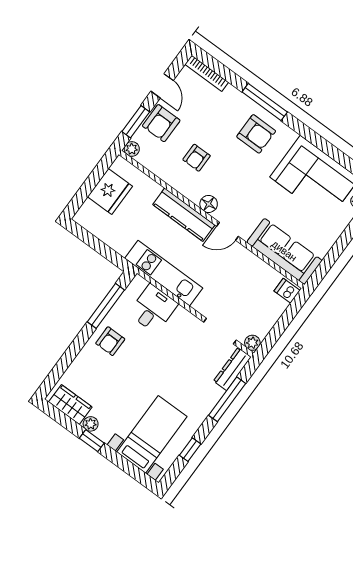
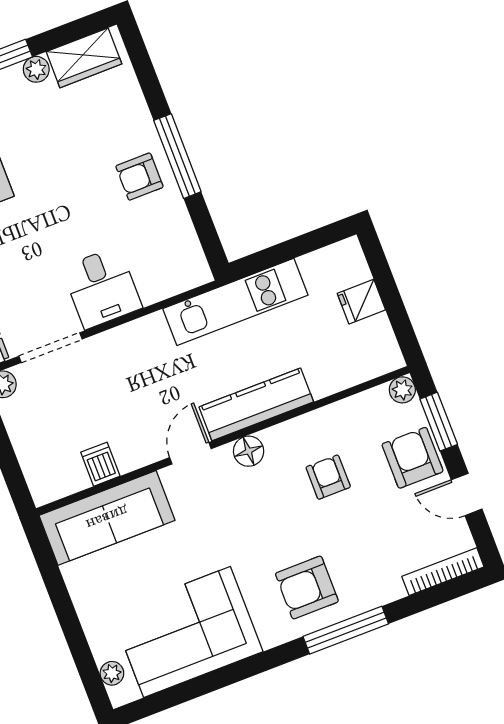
fridge: (110, 191) -> (361, 302), width x0.53, depth x0.75
kitchen unit: (164, 273) -> (235, 302), moved
dishwasher: (287, 291) -> (100, 464), moved, turned -90
window: (106, 306) -> (177, 156), moved
desk: (153, 309) -> (102, 288), moved
armchair: (110, 341) -> (139, 177), turned -90

